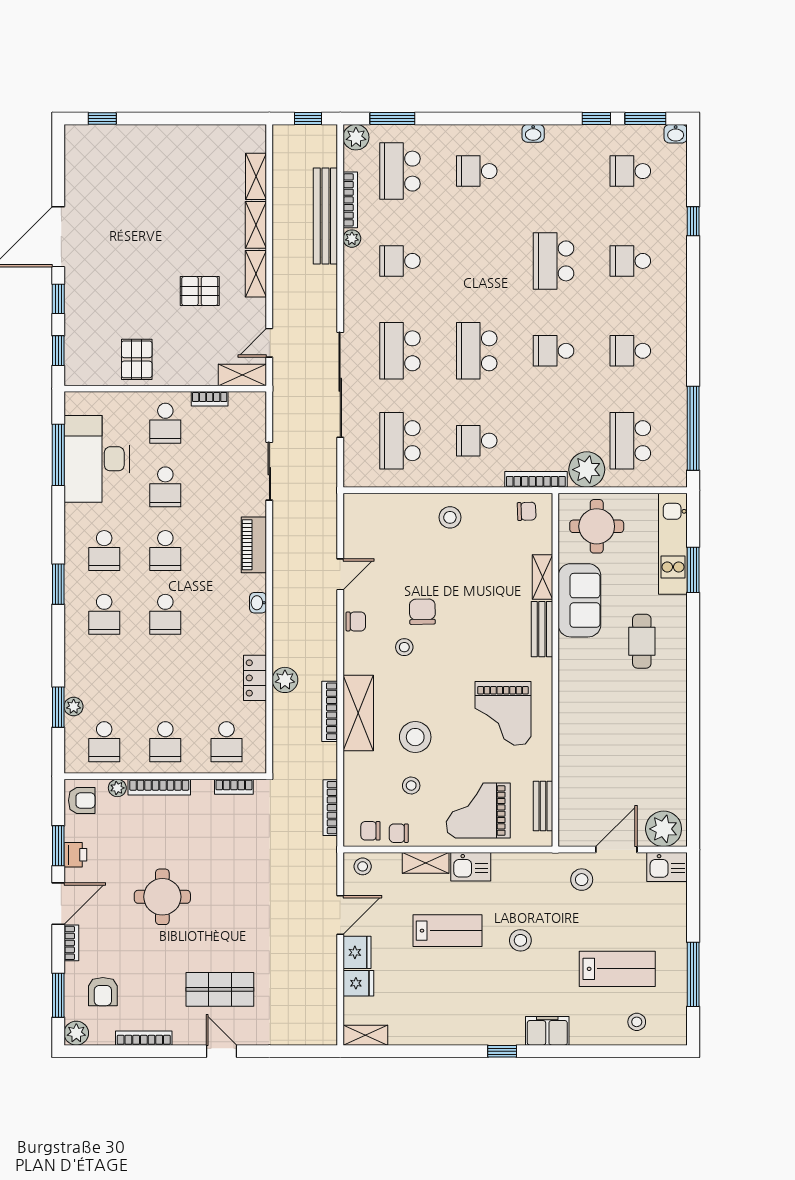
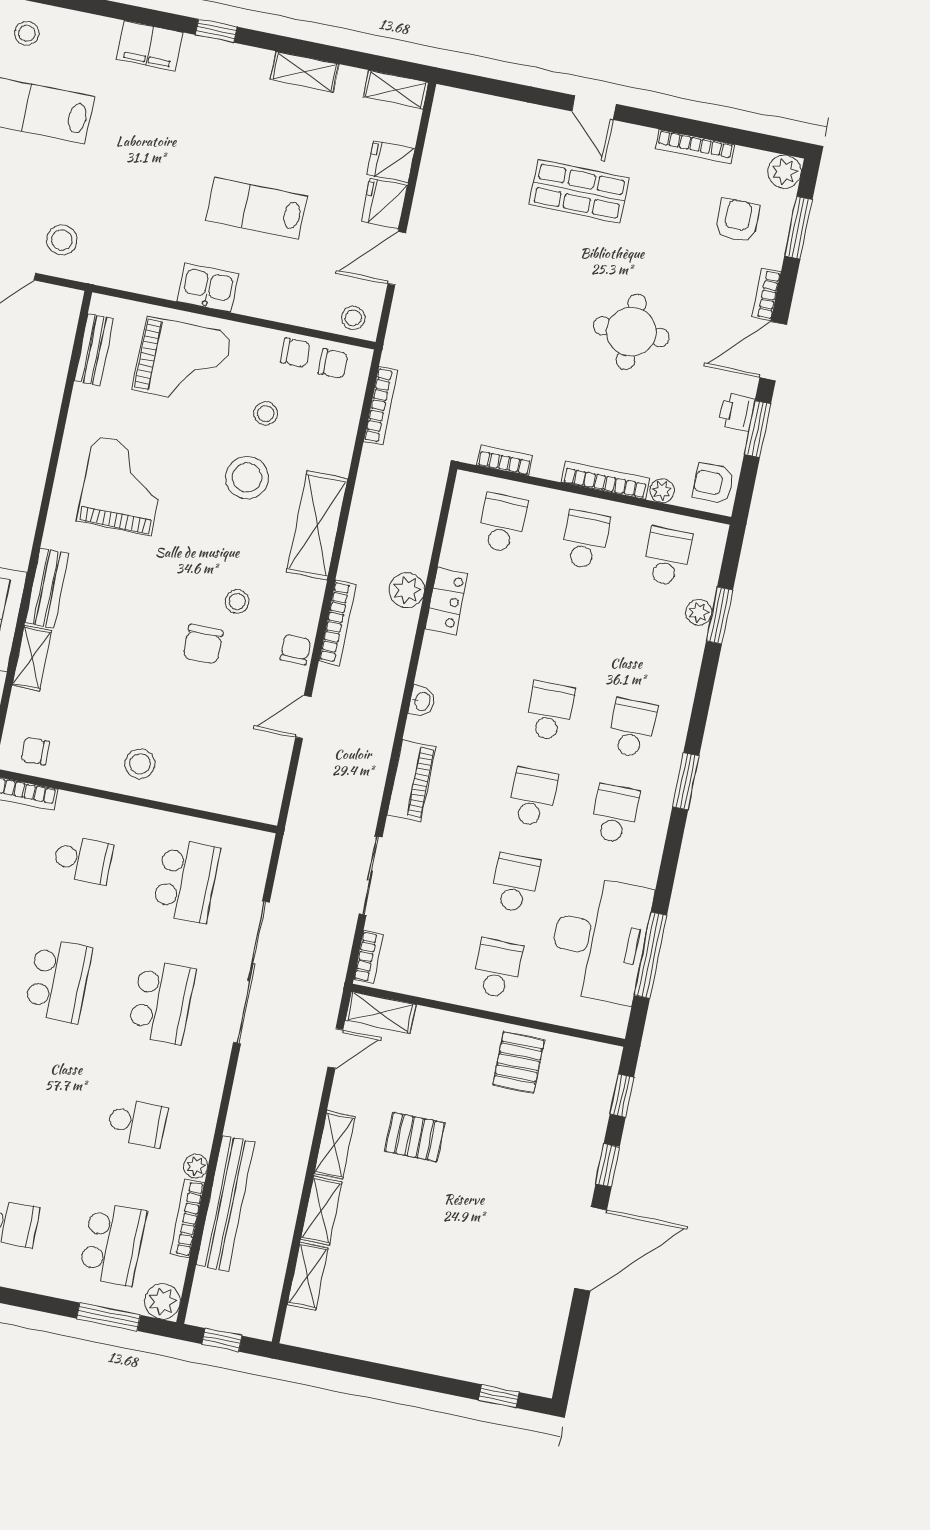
bookcase: (210, 399) -> (368, 957), moved, turned 90
chair: (356, 621) -> (295, 649), turned 90
bookcase: (330, 711) -> (337, 623), moved
shelving: (426, 863) -> (305, 72), moved
stool: (520, 940) -> (161, 175), removed

